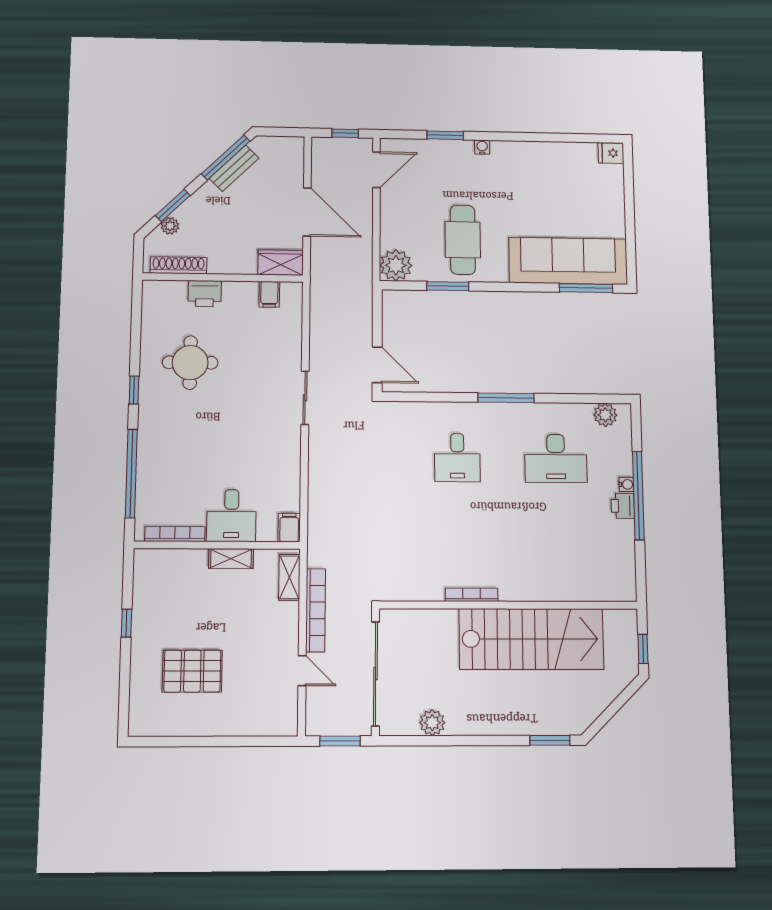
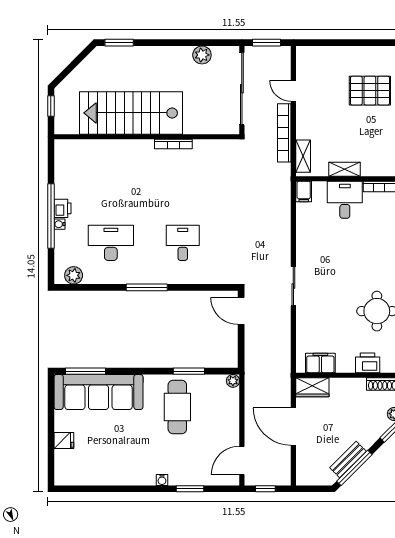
fridge: (611, 153) -> (64, 441), moved
plant: (396, 265) -> (233, 381), width x0.53, depth x0.53
filing cabinet: (269, 294) -> (320, 363), width x2.00

